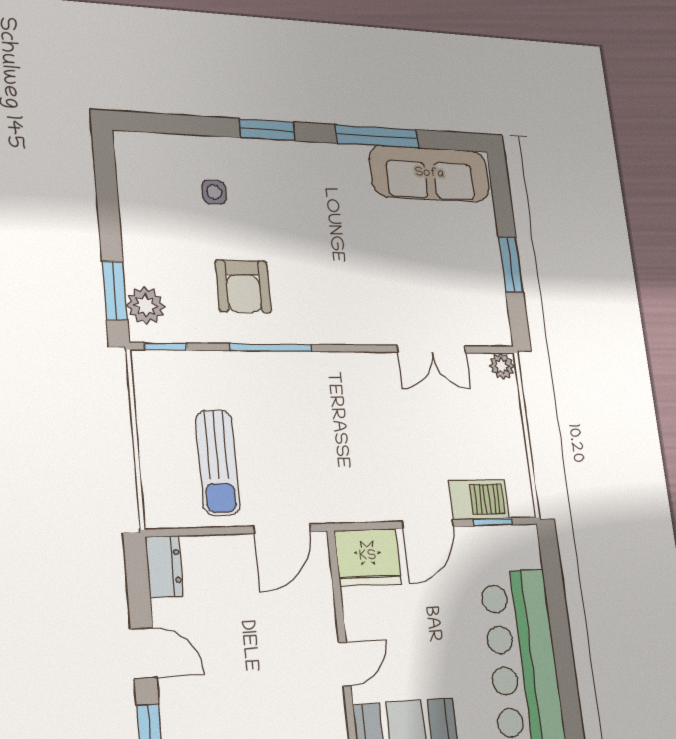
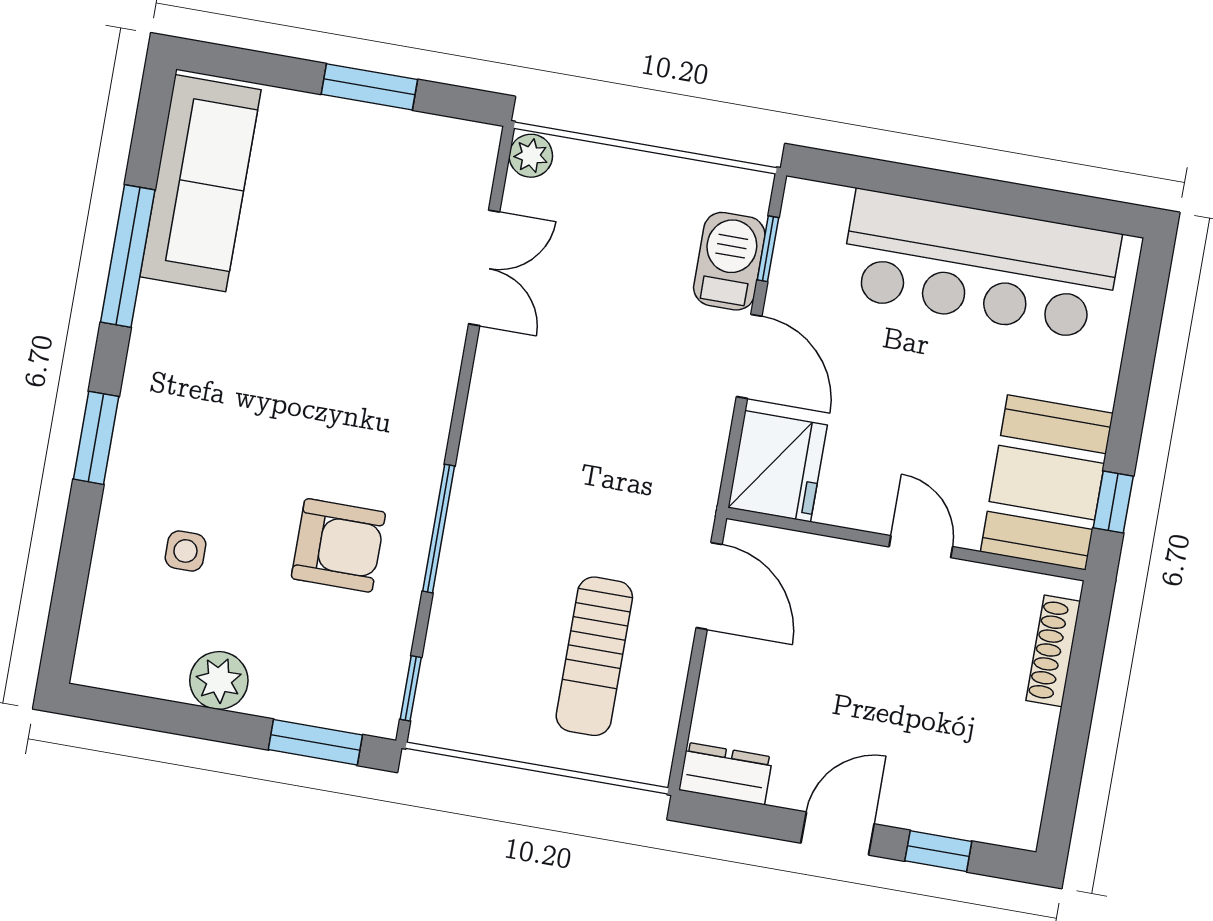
plant: (146, 306) -> (219, 680), moved
sun lounger: (218, 462) -> (594, 656), turned 90

